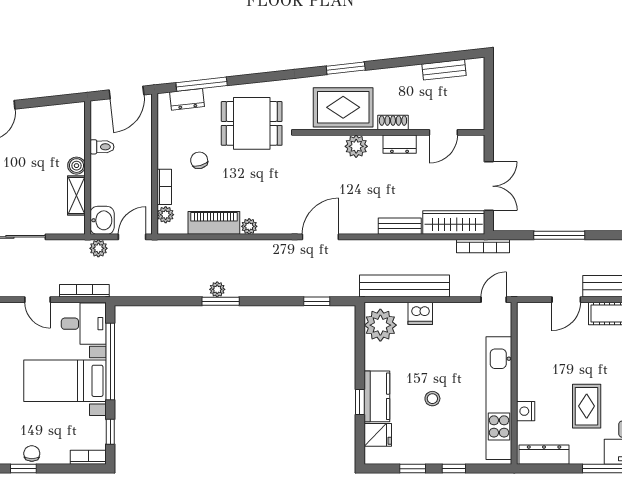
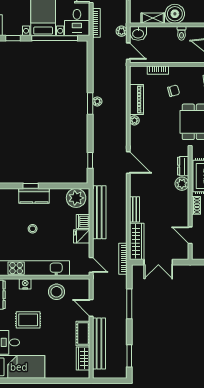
dresser: (400, 144) -> (183, 166), moved
boiler: (76, 166) -> (175, 14), width x1.86, depth x1.86
plant: (166, 215) -> (141, 71), removed
stool: (539, 358) -> (57, 292), added
fridge: (378, 435) -> (82, 236), moved, turned 90

